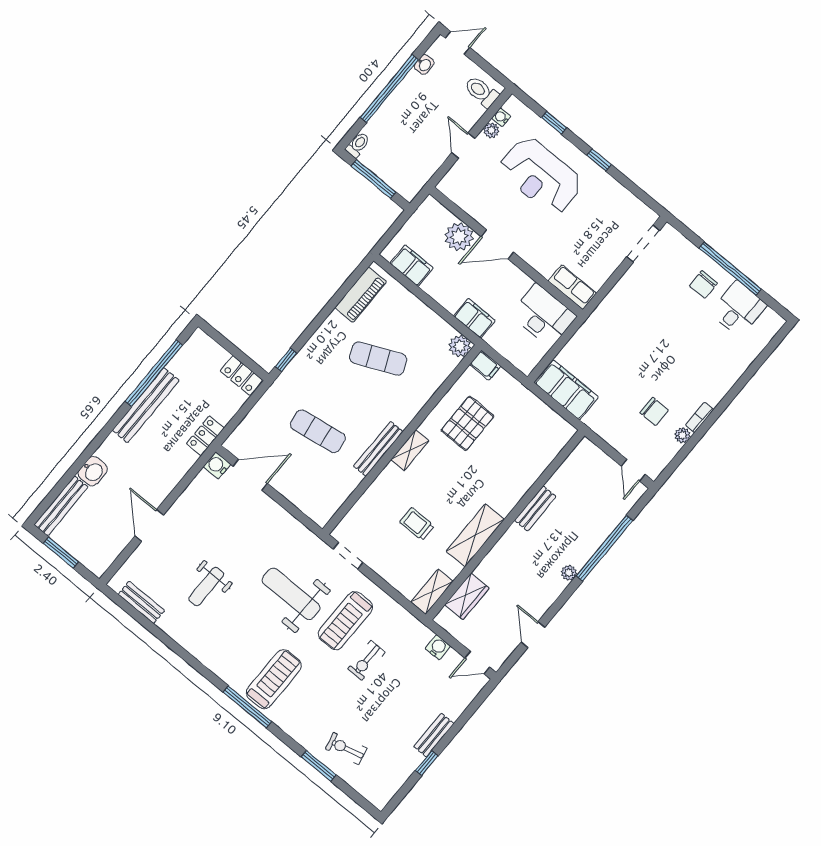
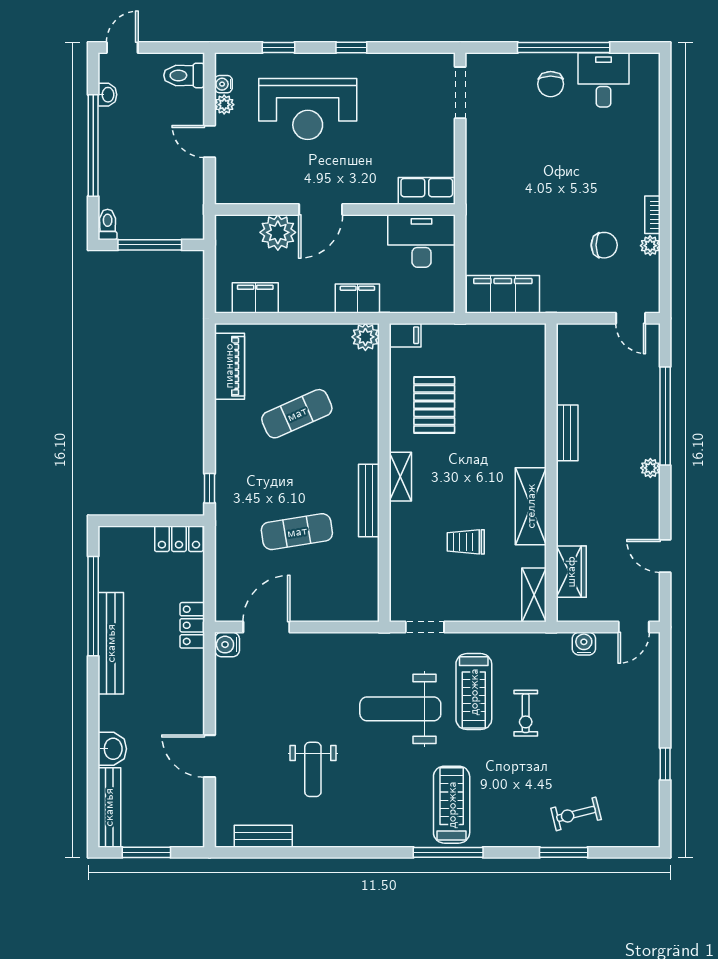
bench: (434, 735) -> (650, 731), removed

